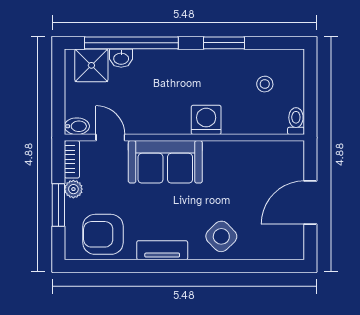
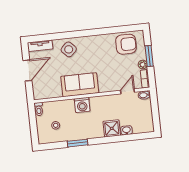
window: (131, 43) -> (122, 138), removed
shower: (91, 65) -> (112, 128), moved
door: (110, 138) -> (127, 91), swing flipped
sofa: (165, 162) -> (80, 85), moved
tv unit: (162, 250) -> (40, 46), moved

